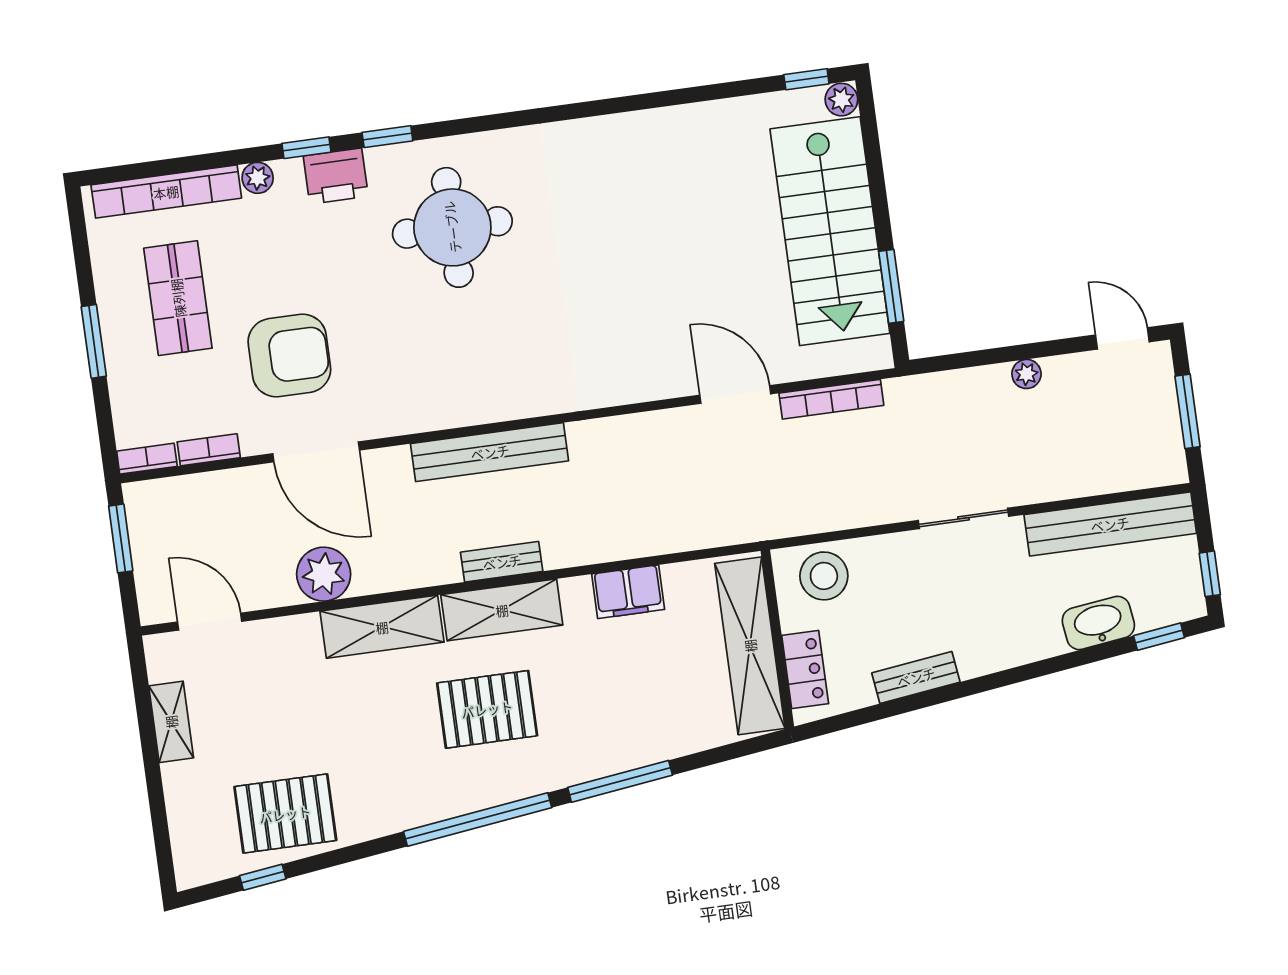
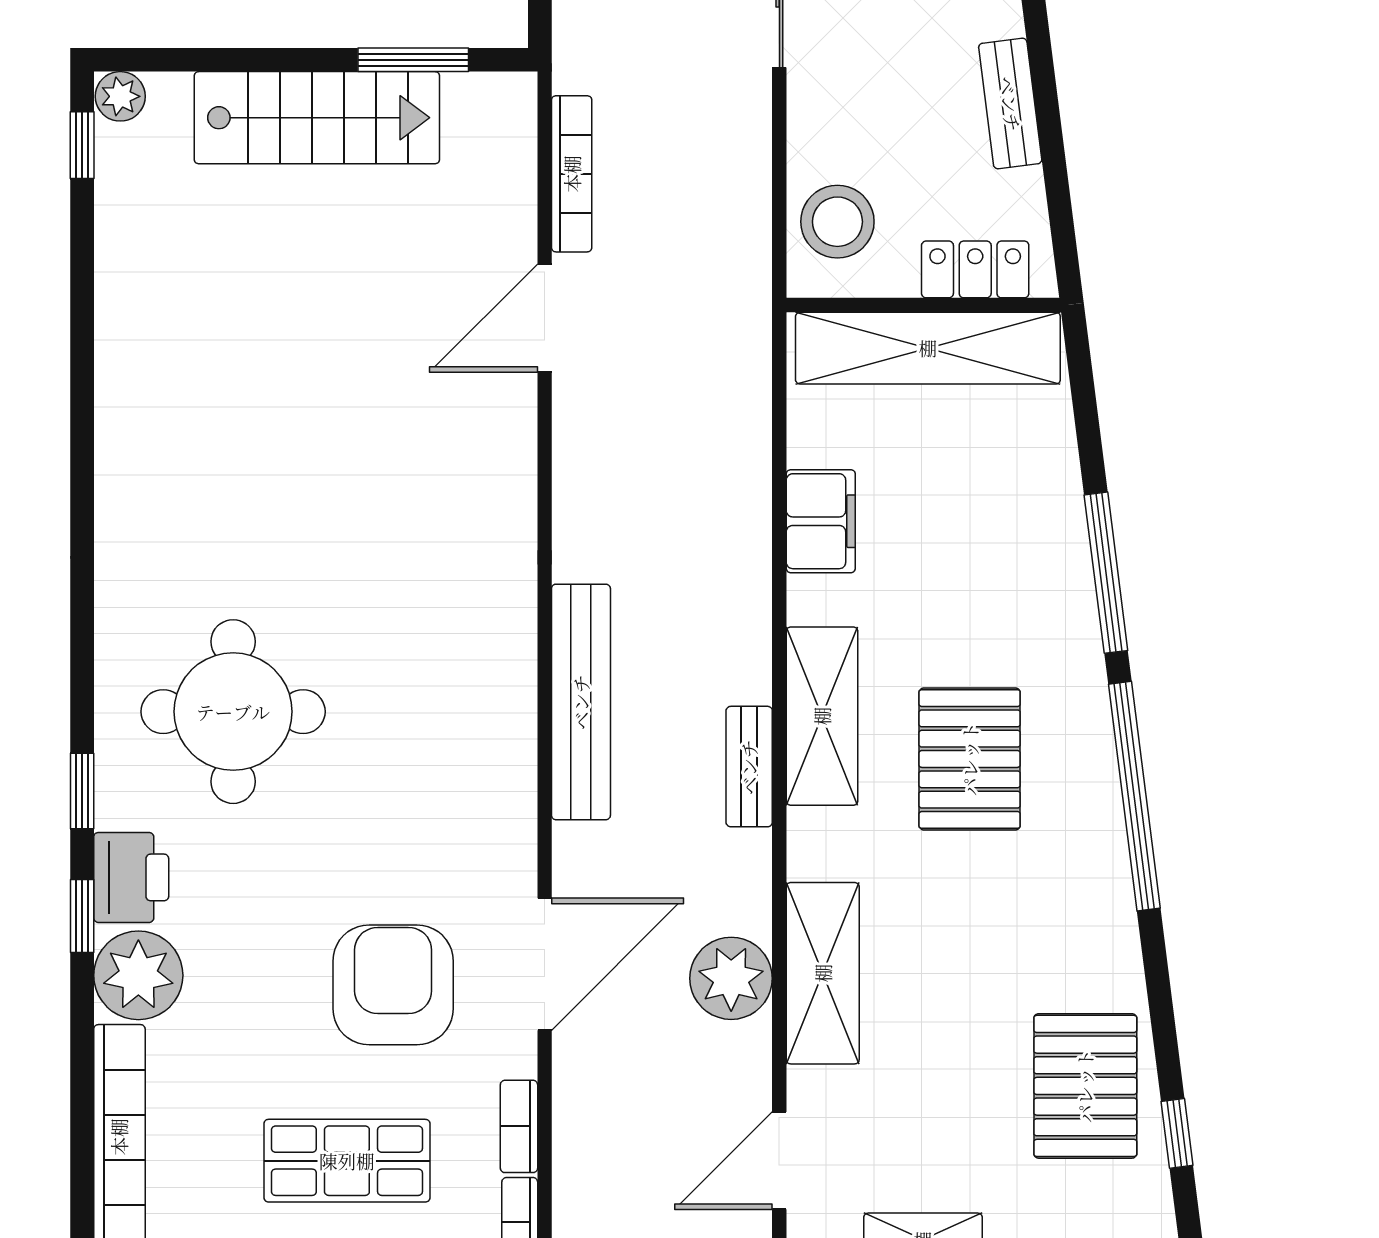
plant: (258, 178) -> (138, 975), width x1.88, depth x1.88
stairs: (830, 231) -> (317, 118), width x0.73, depth x0.66
shop shelf: (178, 298) -> (347, 1161), moved
bench: (502, 562) -> (749, 767), moved
shelving: (382, 627) -> (823, 973), moved

